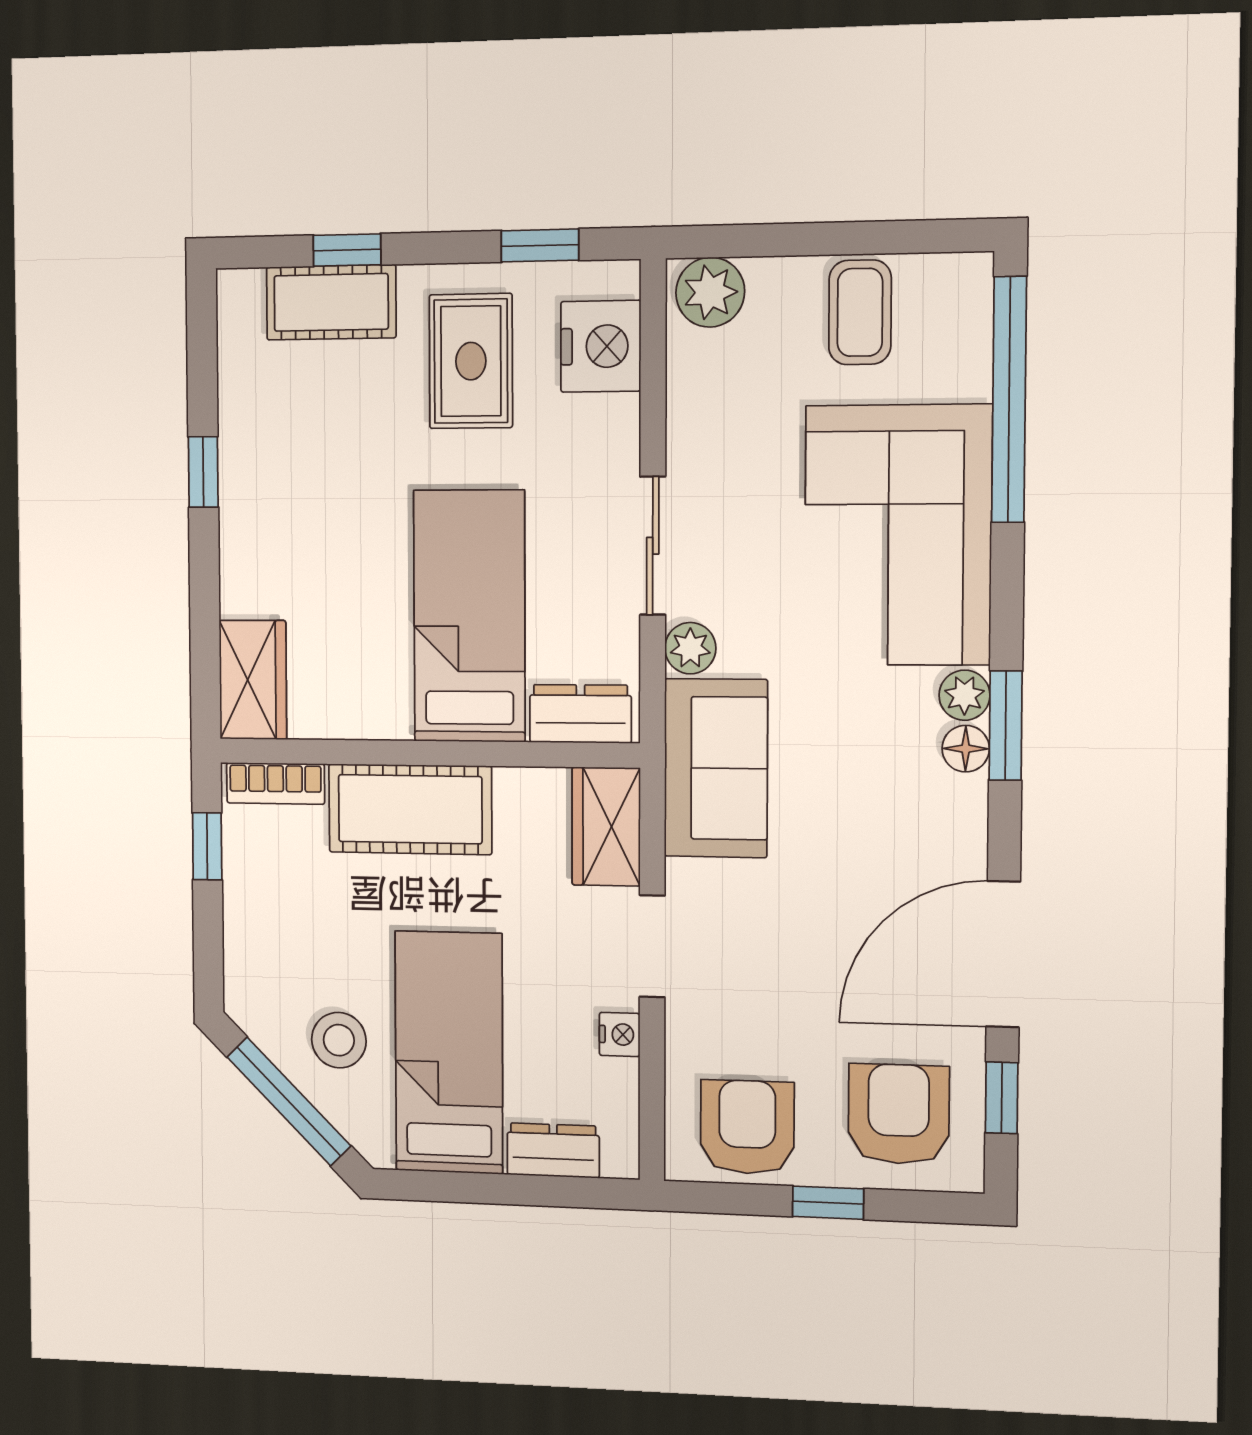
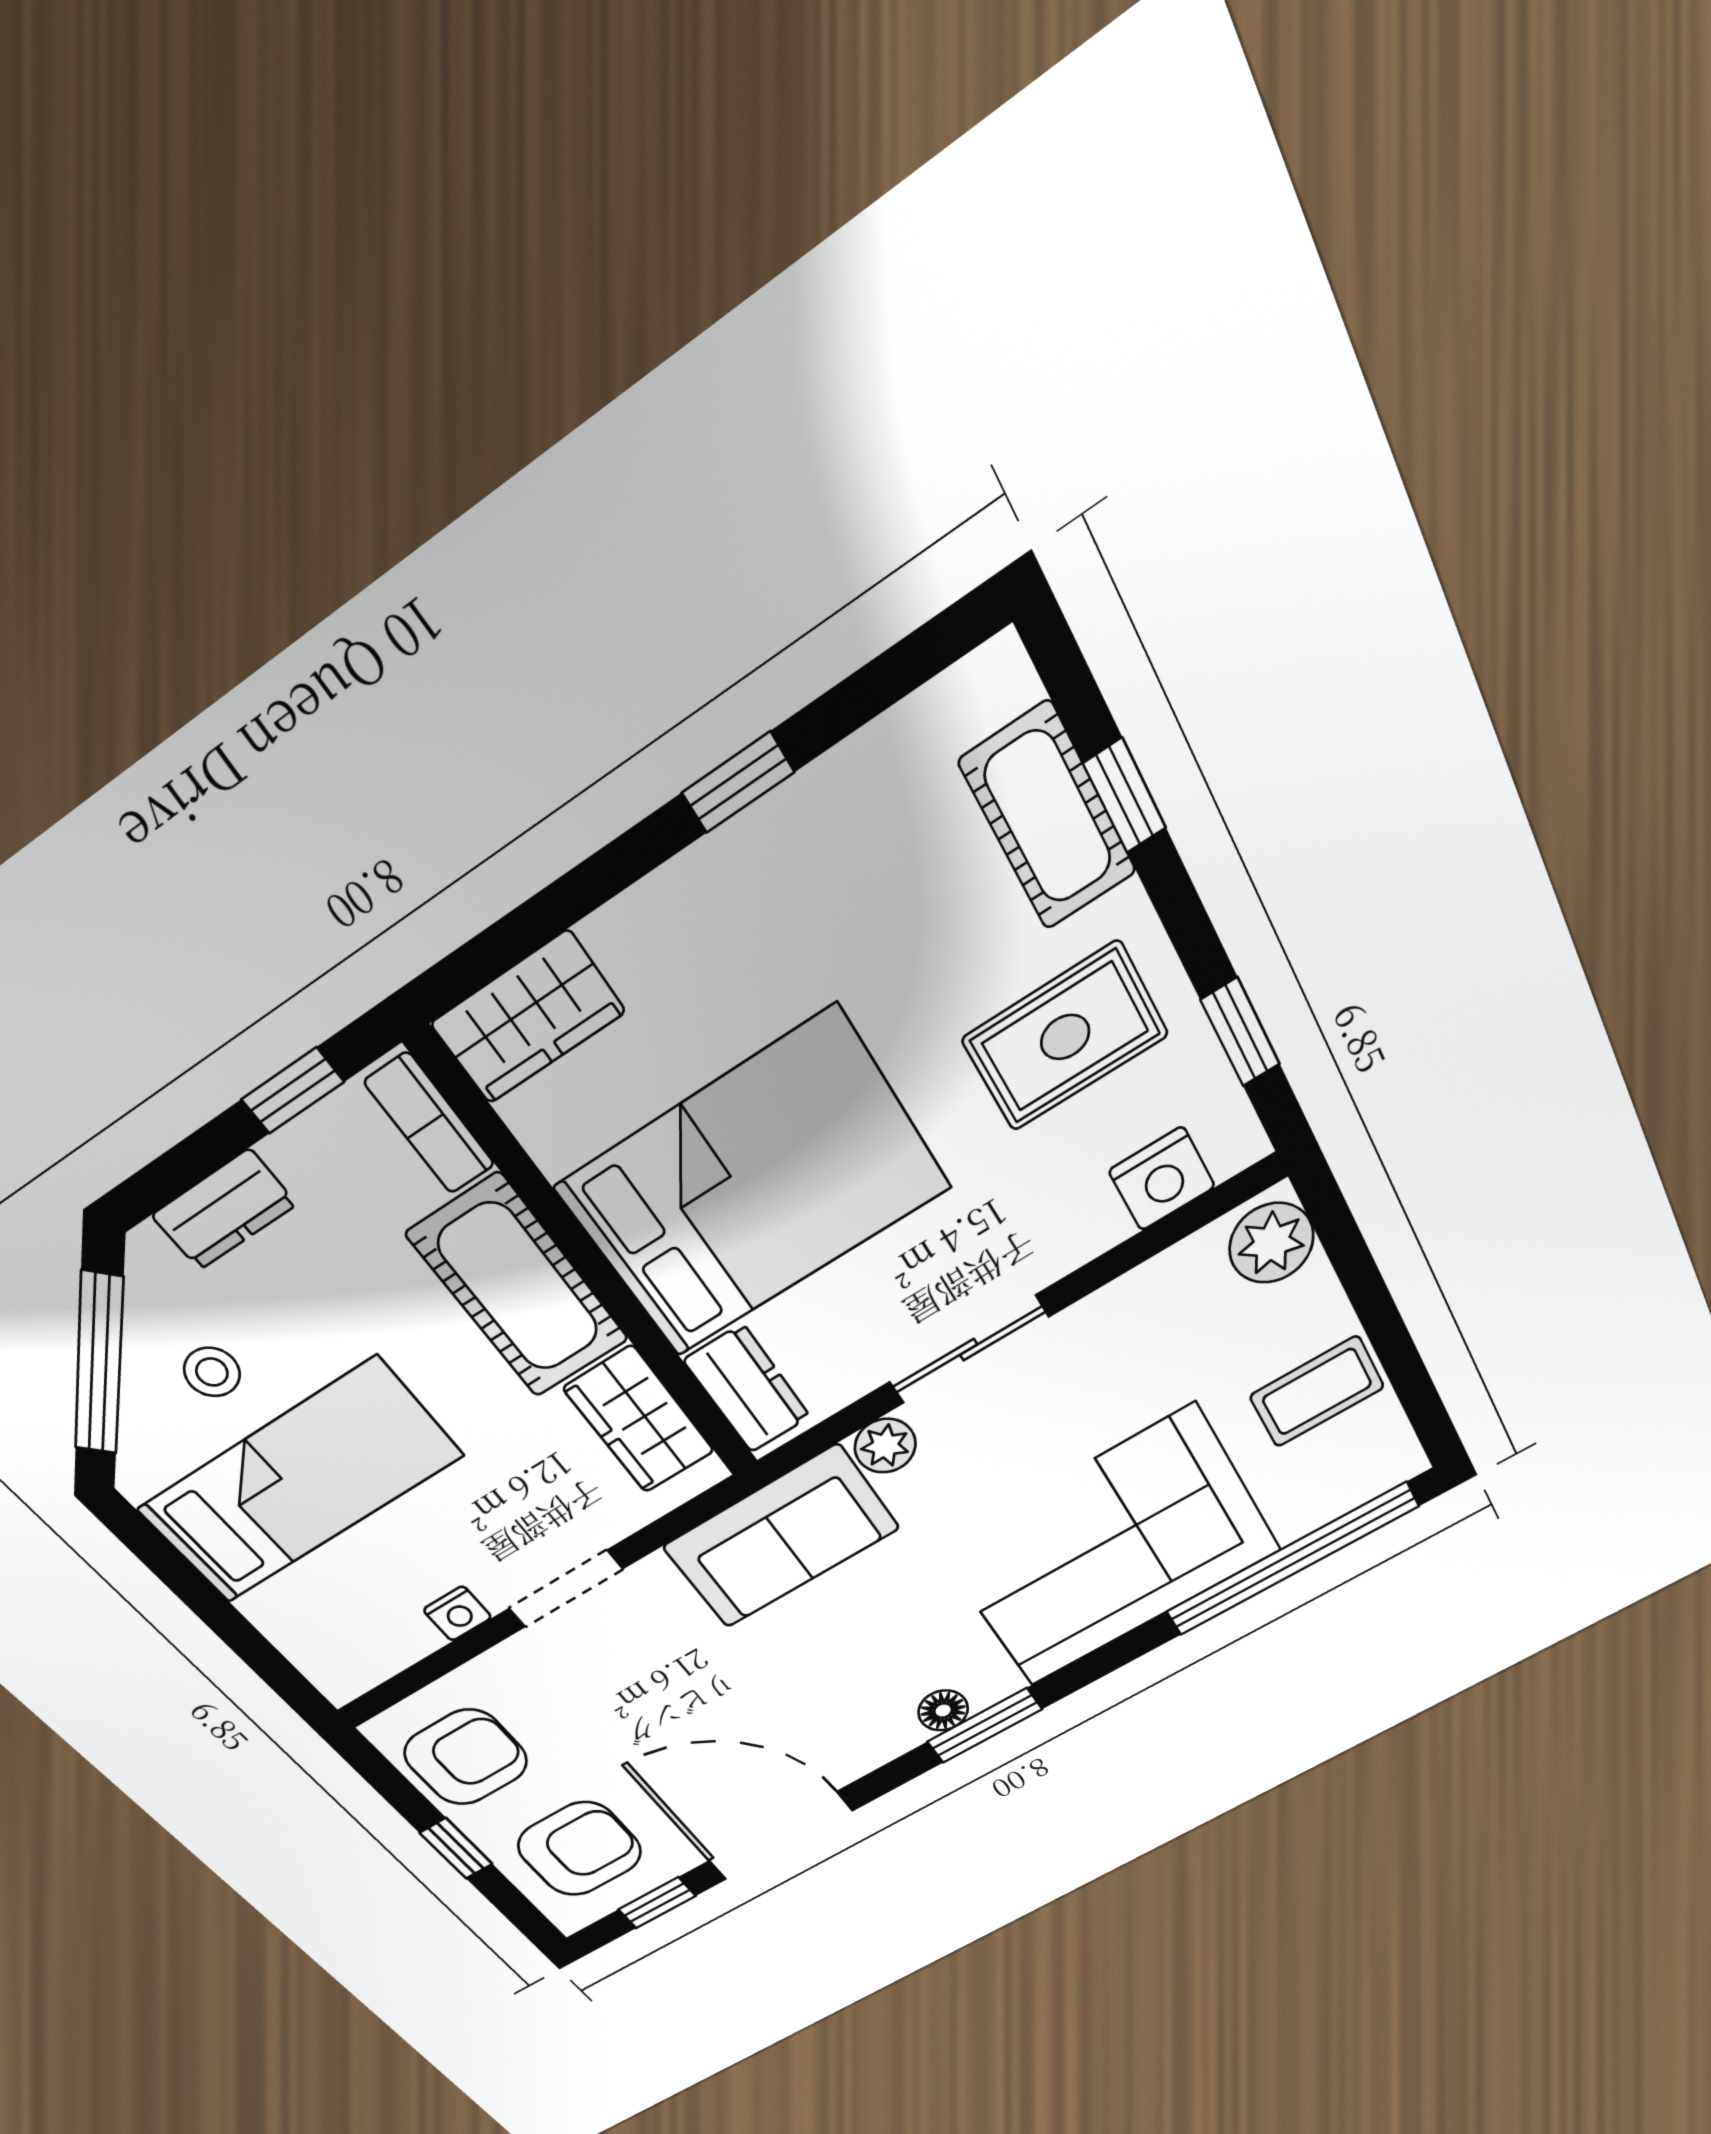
nightstand: (601, 346) -> (1162, 1179), width x0.74, depth x0.75
bed: (469, 616) -> (754, 1187), width x1.50
plant: (964, 695) -> (992, 1682), removed
wardrobe: (606, 827) -> (639, 1420), moved, turned -90
stool: (339, 1040) -> (212, 1372), width x0.73, depth x0.73
dresser: (553, 1150) -> (224, 1210), moved, turned 90

